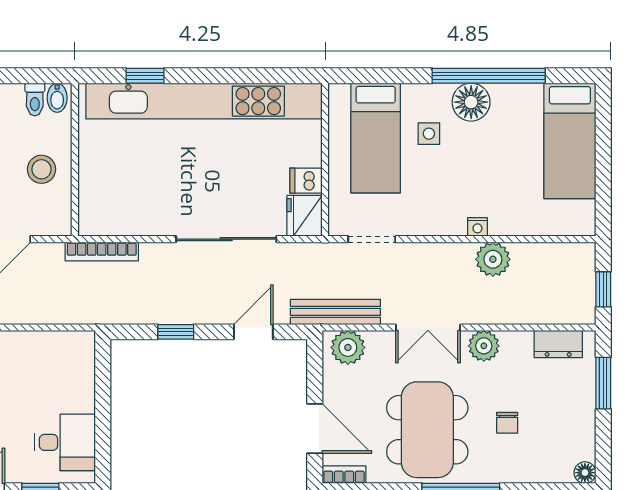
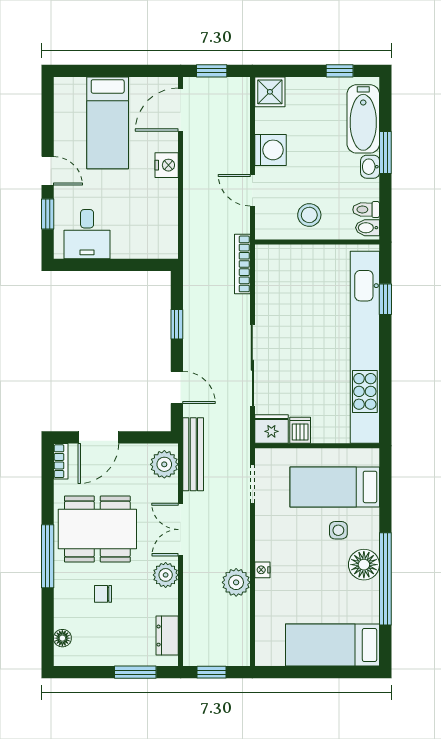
floor lamp: (585, 473) -> (62, 638), moved

